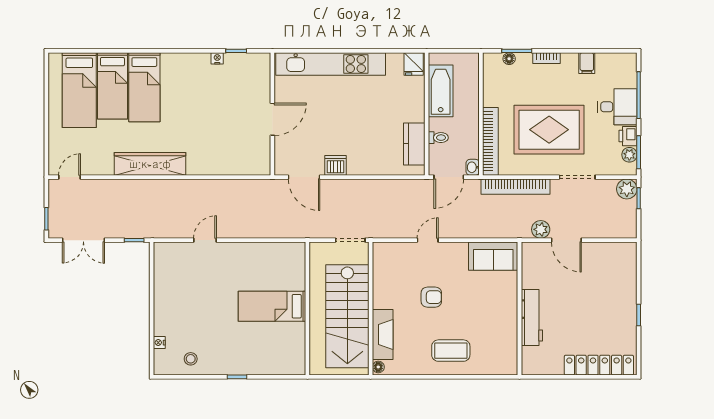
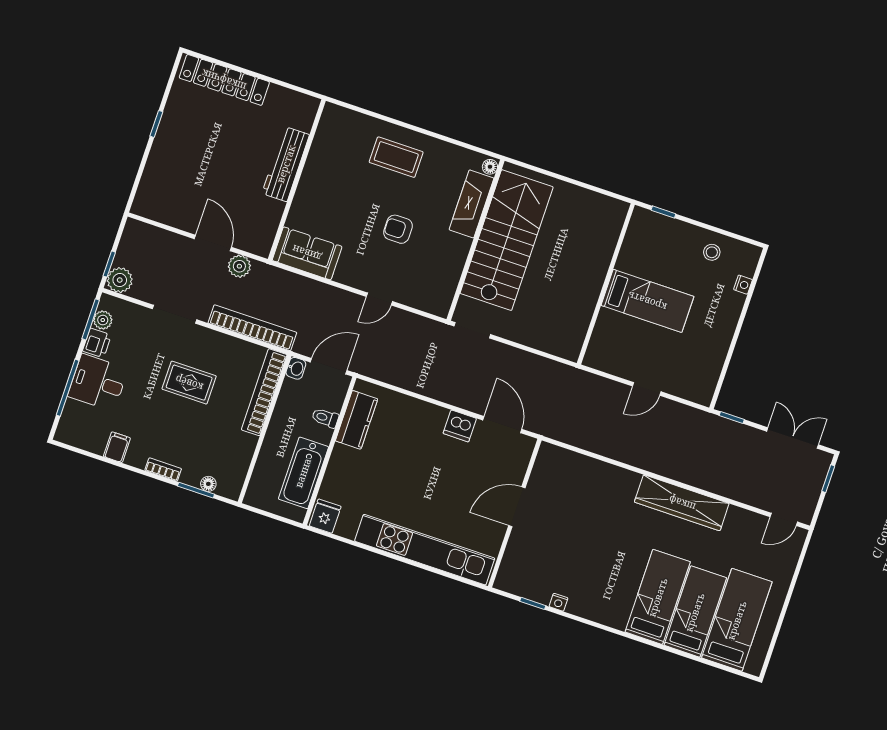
rug: (549, 130) -> (189, 383), width x0.54, depth x0.49
bed: (272, 306) -> (647, 301), moved
wall: (307, 309) -> (606, 284), moved

